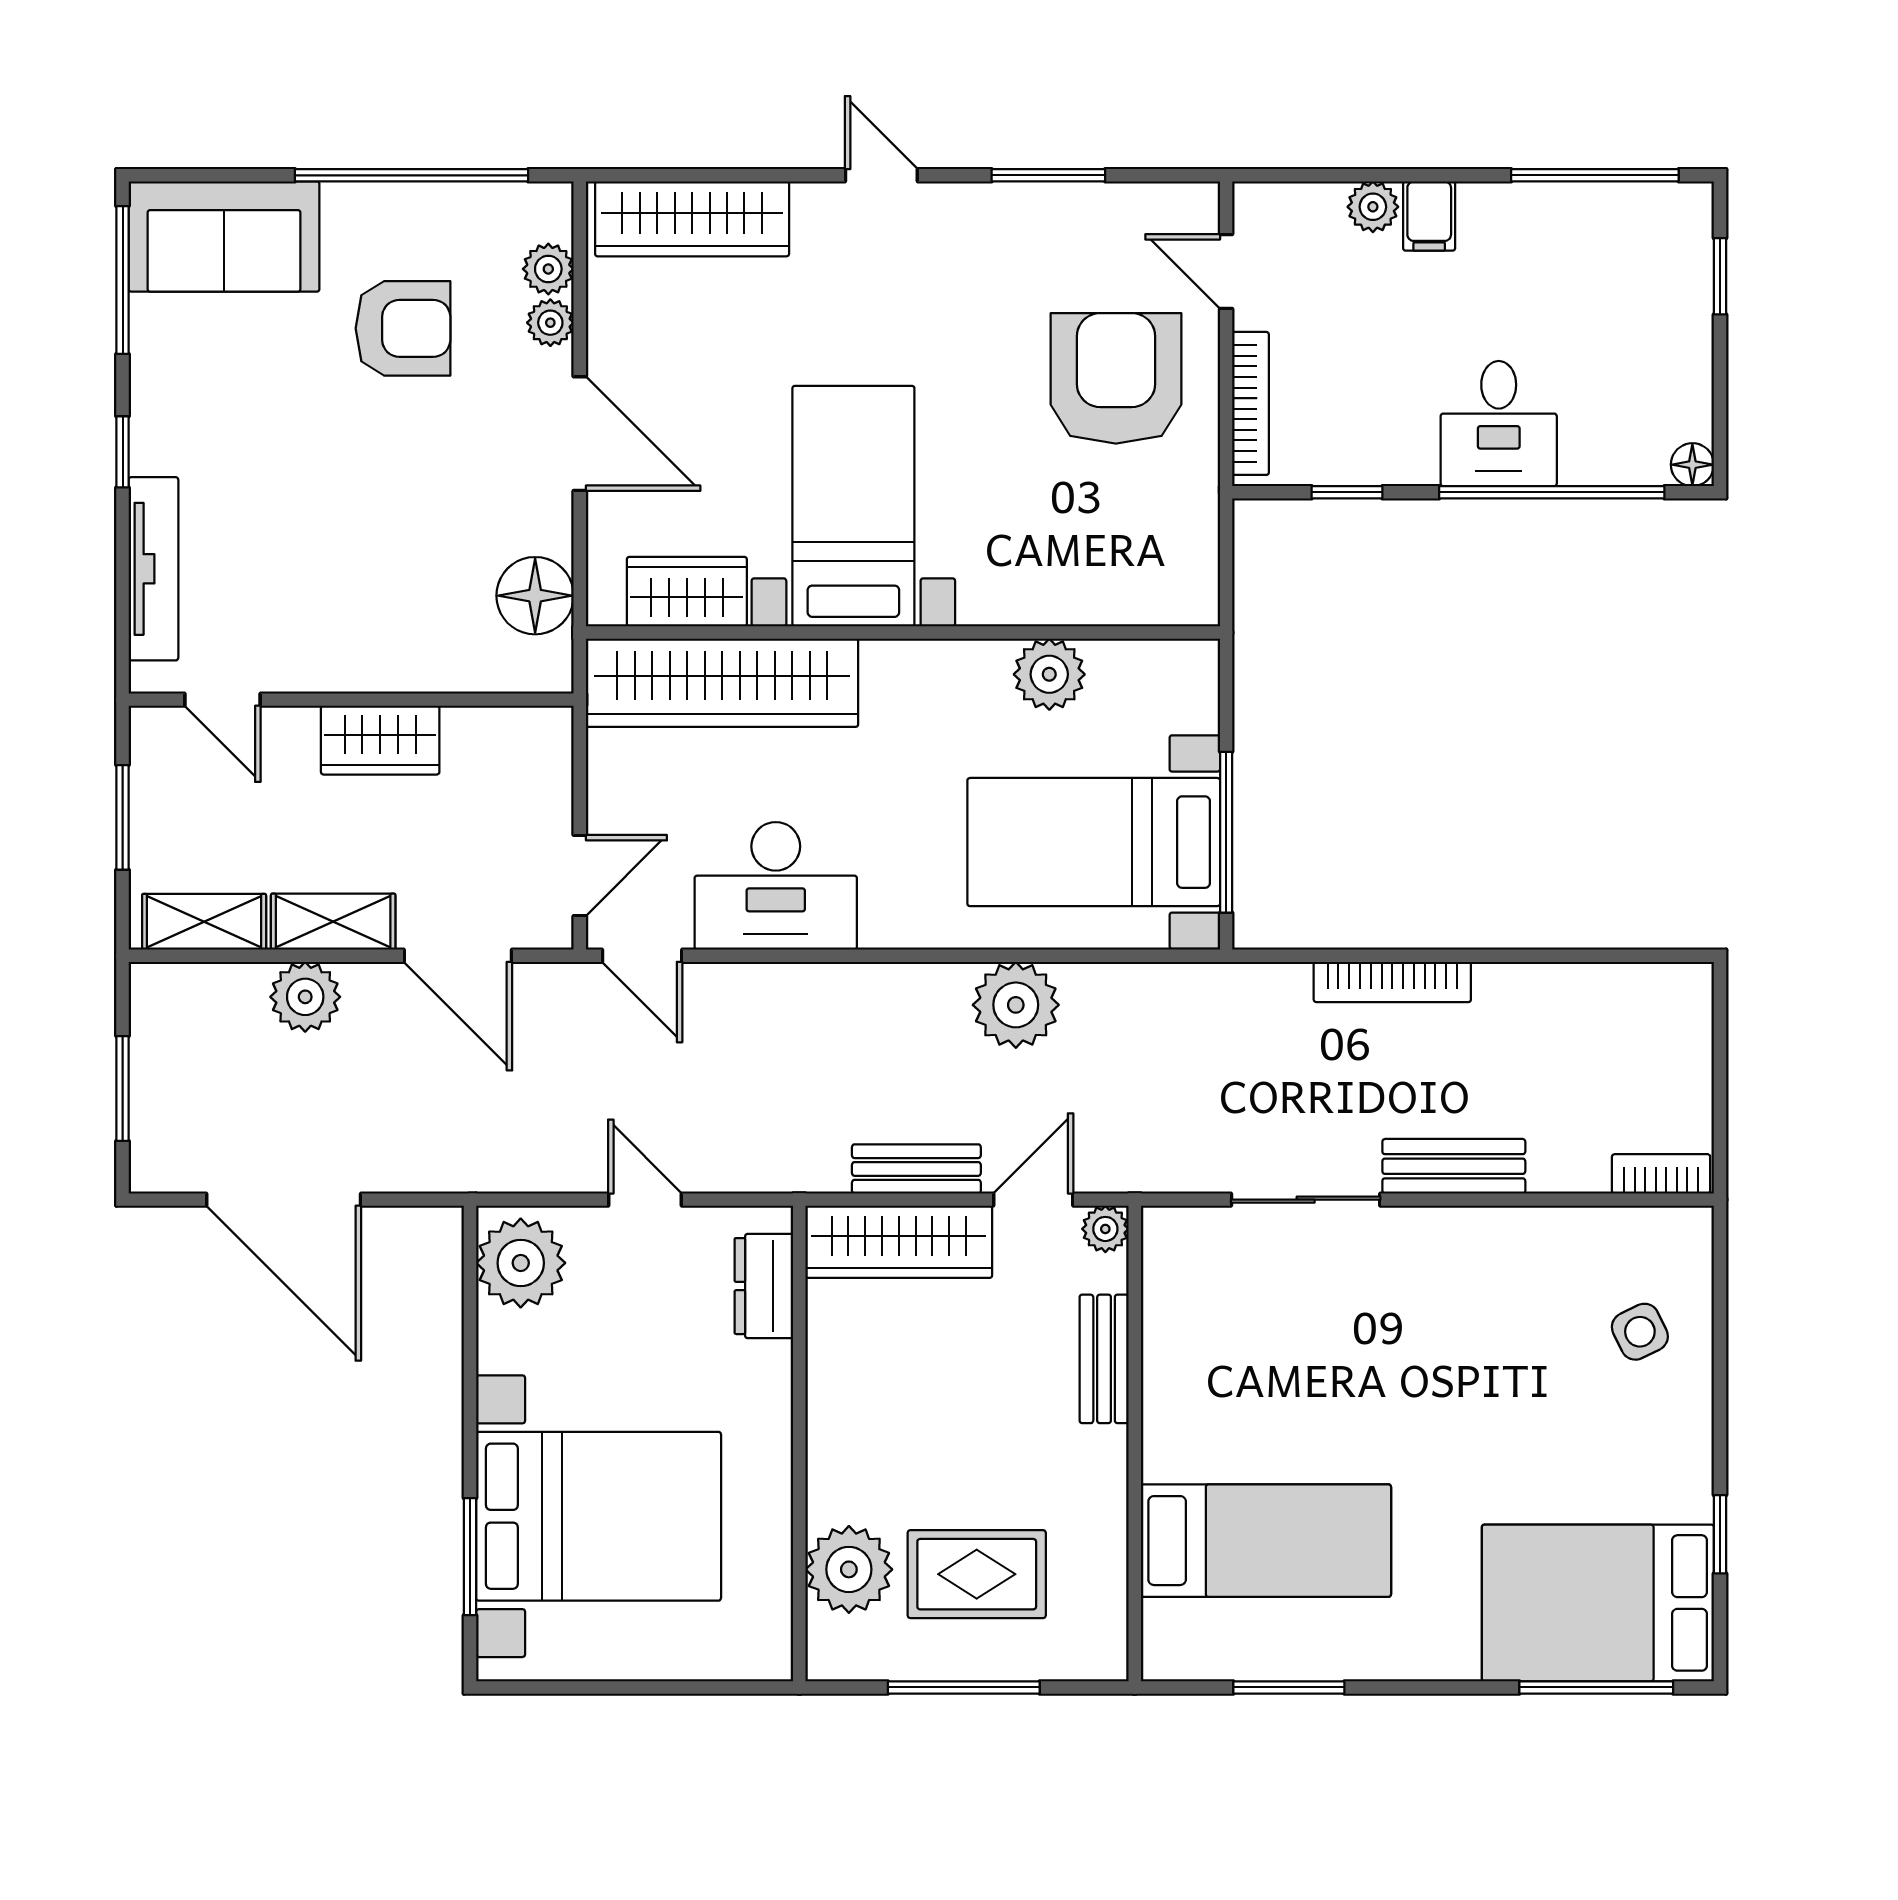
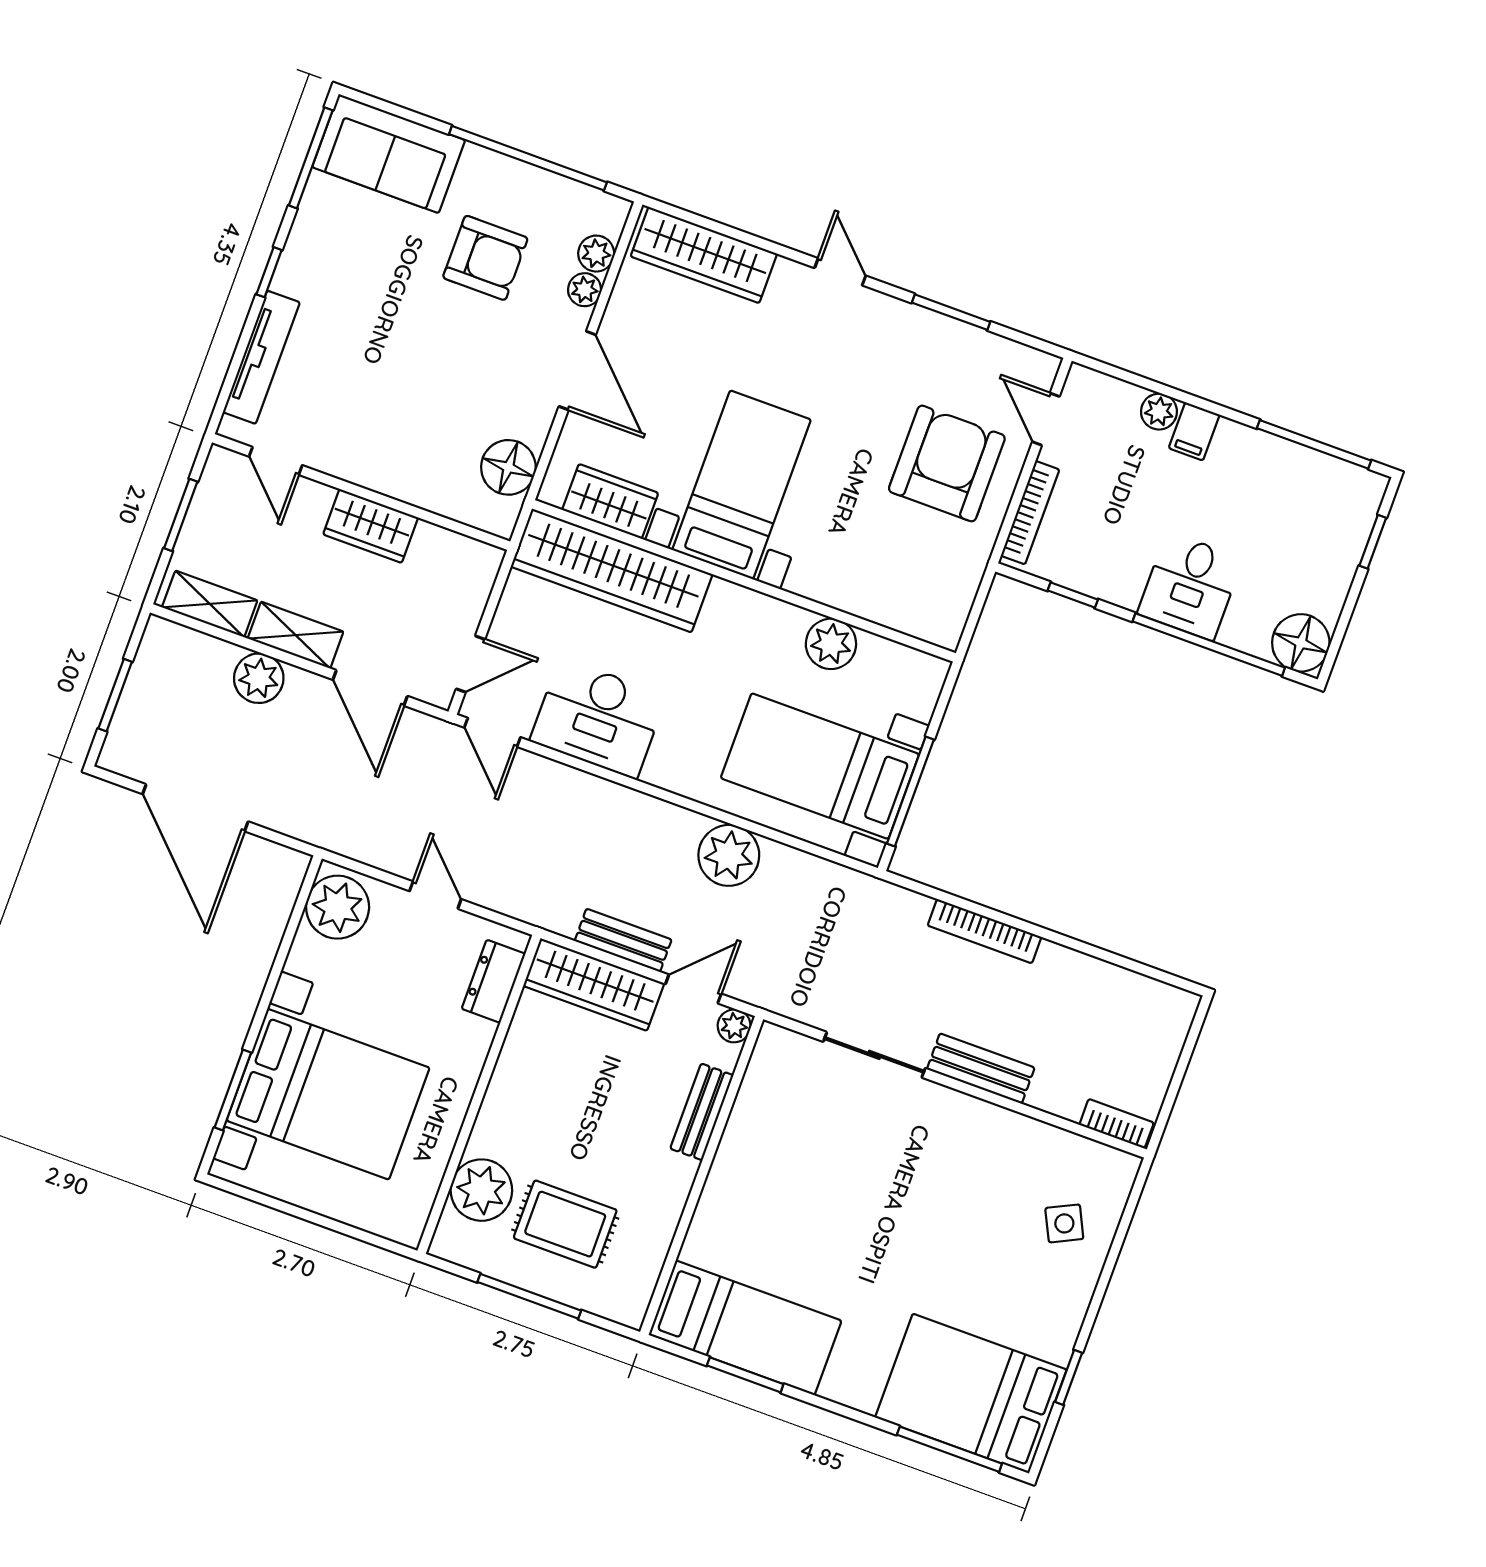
floor lamp: (1692, 465) -> (1301, 643), width x1.89, depth x1.89
bed: (1266, 1541) -> (745, 1328), moved

